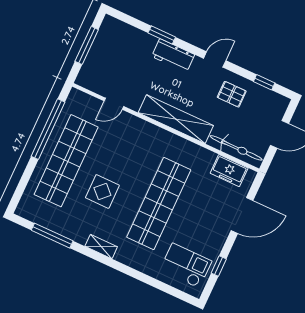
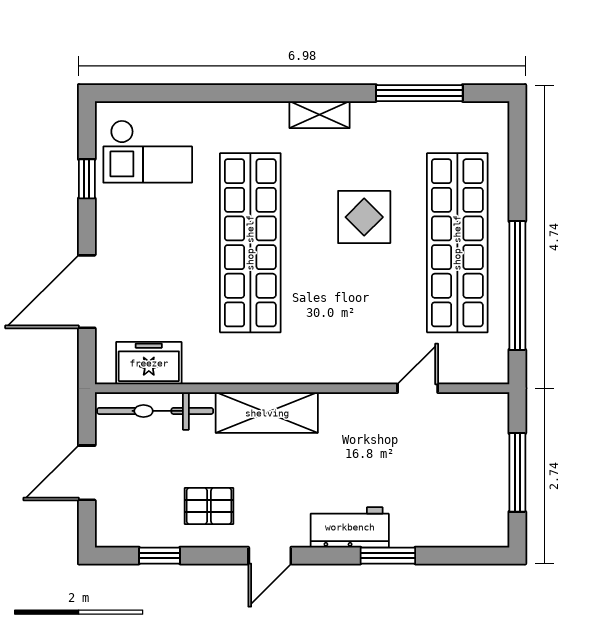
shelving: (176, 119) -> (267, 413), width x0.68

